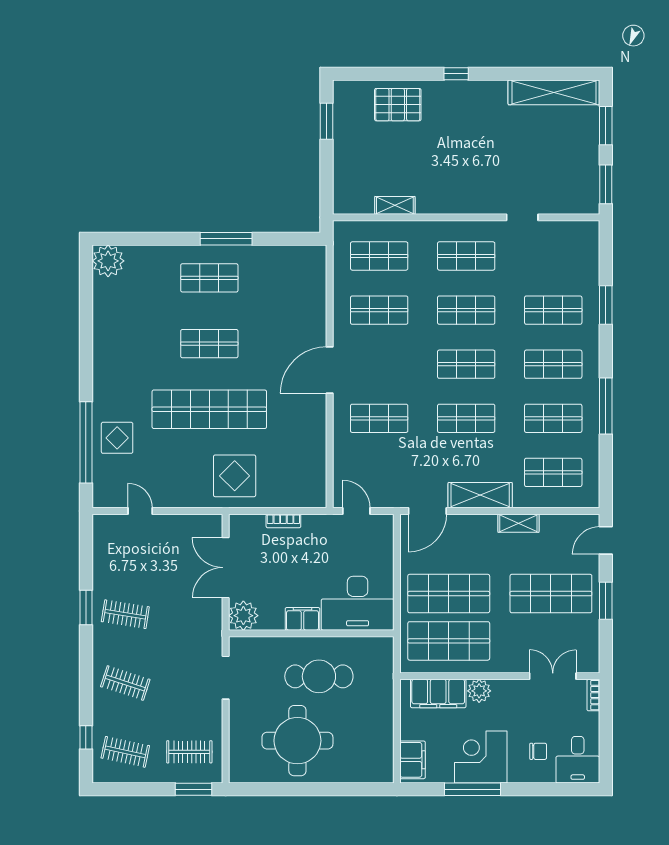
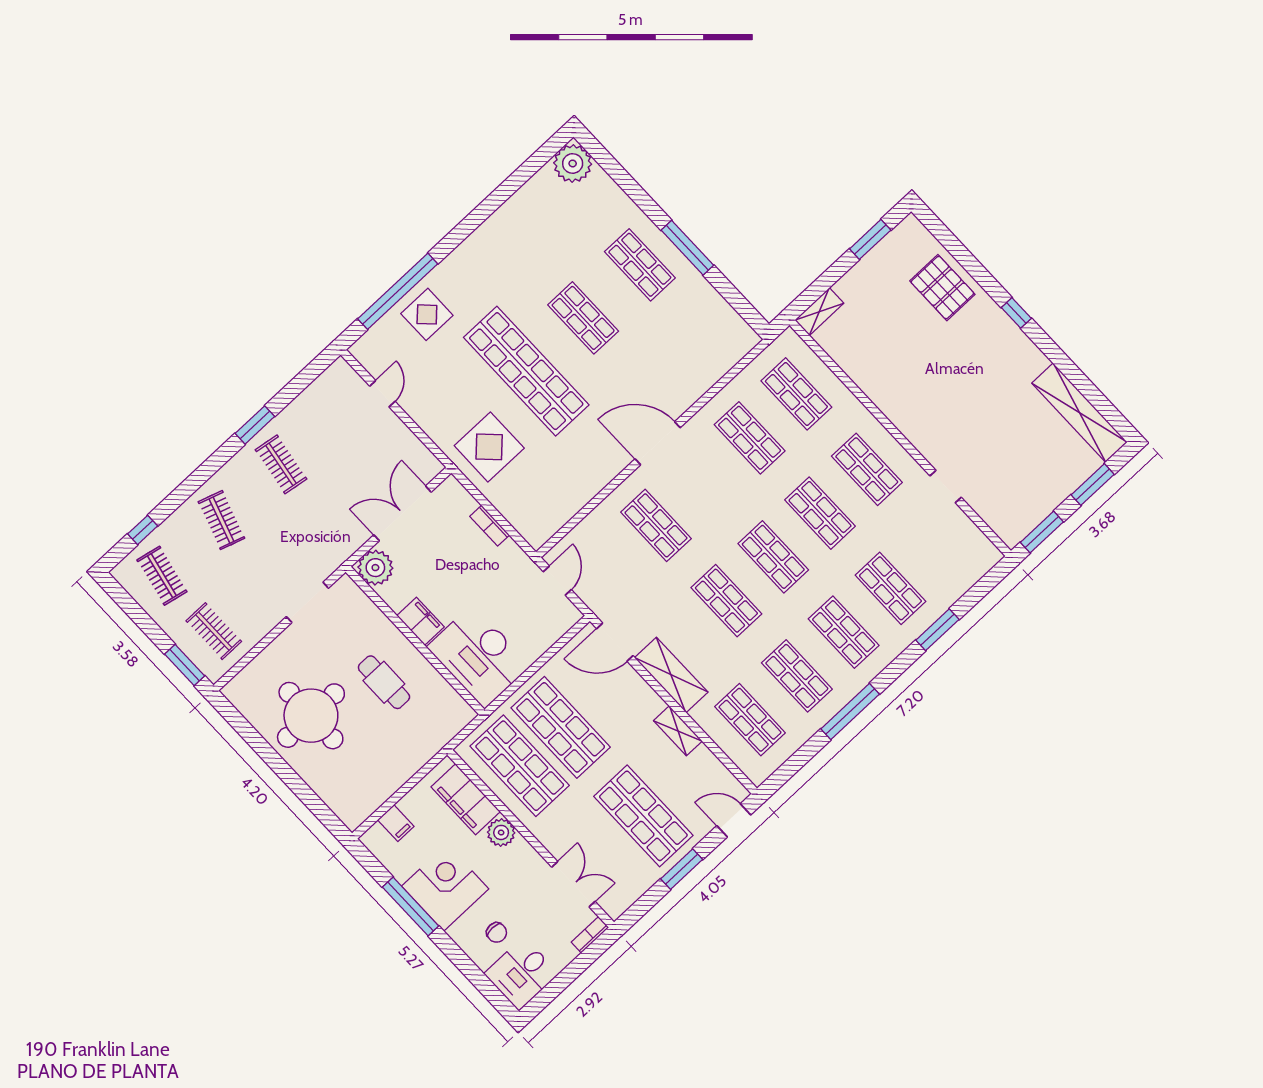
shelving: (395, 205) -> (819, 312), moved, turned 90
cafe table: (319, 676) -> (384, 682), width x0.73, depth x0.74
filing cabinet: (413, 760) -> (396, 823), width x0.50

